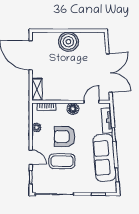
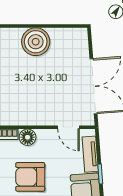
door: (91, 102) -> (68, 127), swing flipped
floor lamp: (73, 109) -> (28, 137), moved

